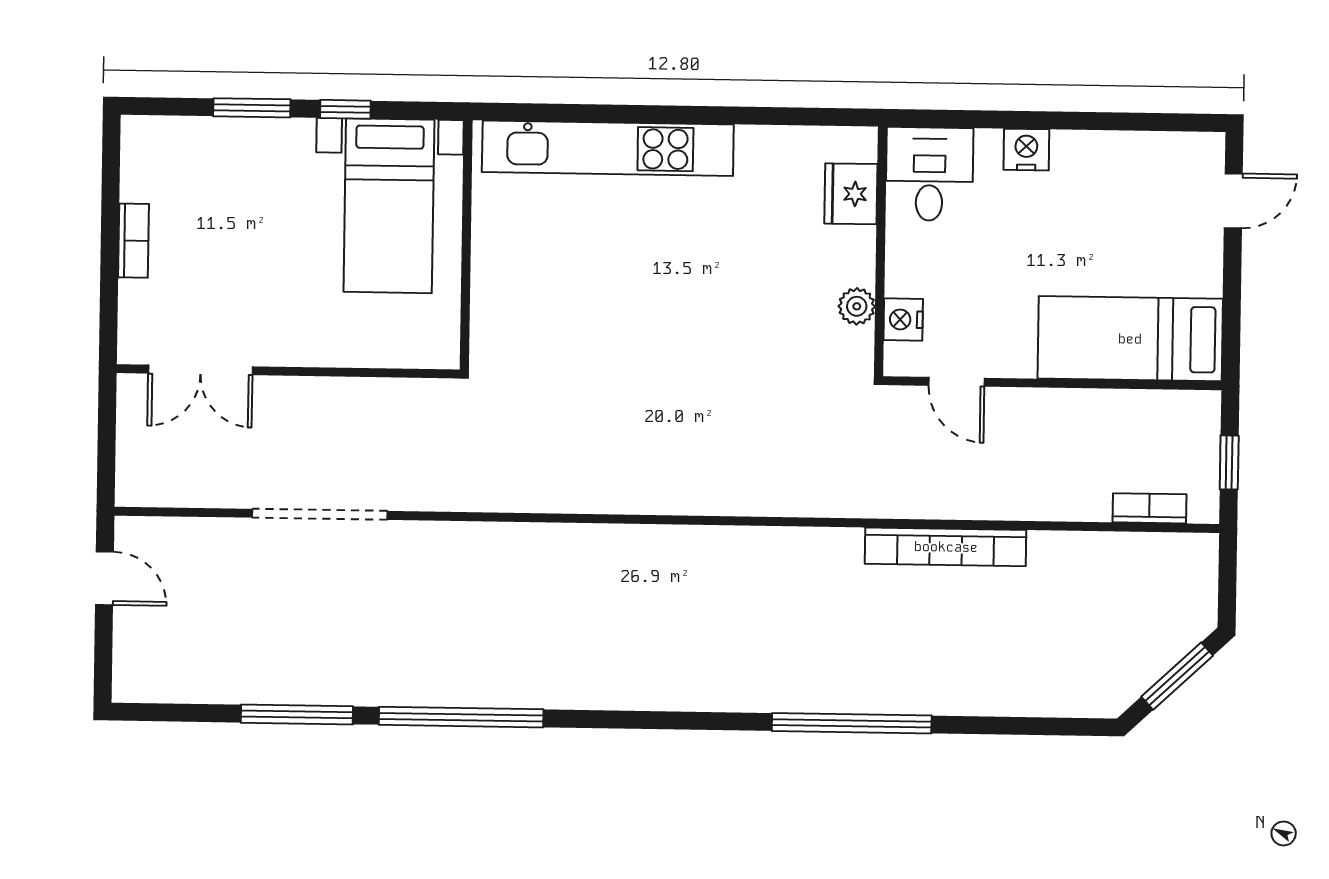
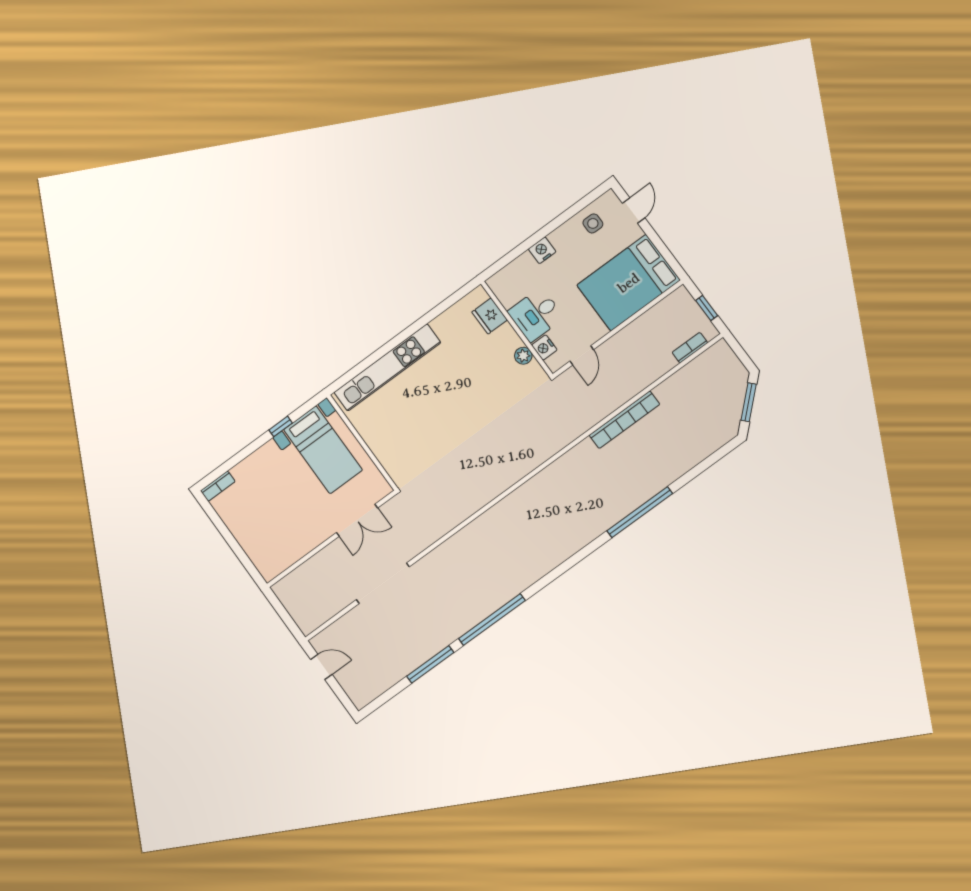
window: (252, 108) -> (246, 452), removed
side table: (1148, 170) -> (593, 223), added
desk: (929, 174) -> (536, 315), moved, turned -90
bookcase: (134, 241) -> (218, 486), moved, turned 90
bed: (1130, 339) -> (629, 283), width x1.50
double door: (200, 370) -> (357, 520), moved
door: (957, 382) -> (582, 355), hinge flipped

